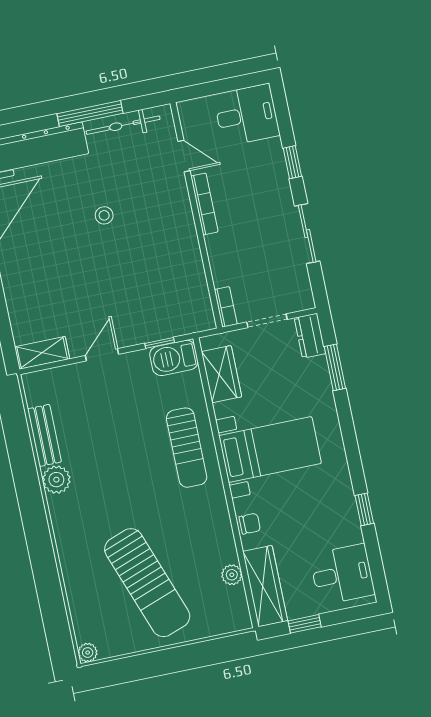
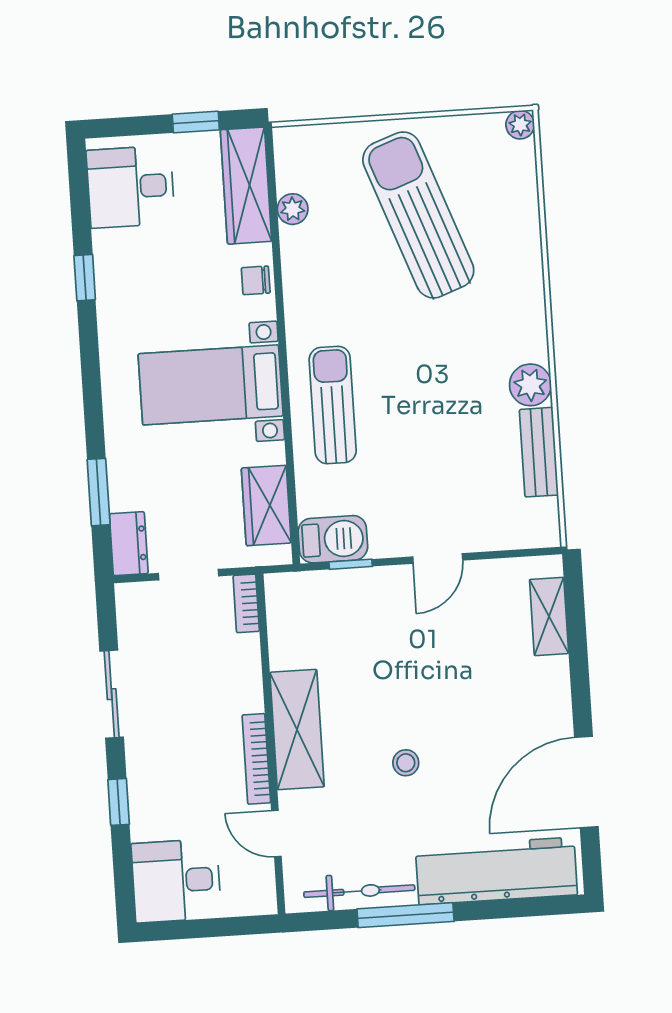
shelving: (180, 227) -> (297, 730), added
shelving: (42, 353) -> (549, 616), moved, turned 90

